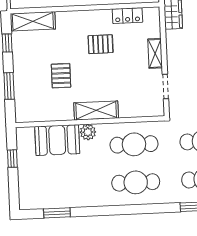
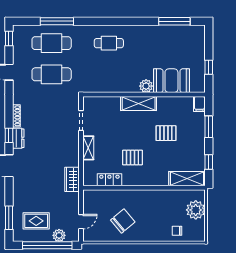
pallet: (61, 76) -> (166, 133), turned 90
filing cabinet: (22, 113) -> (199, 104), added
cafe table: (134, 144) -> (109, 74), removed
cafe table: (136, 182) -> (109, 43), width x0.73, depth x0.74
window: (57, 213) -> (174, 21), width x1.44

